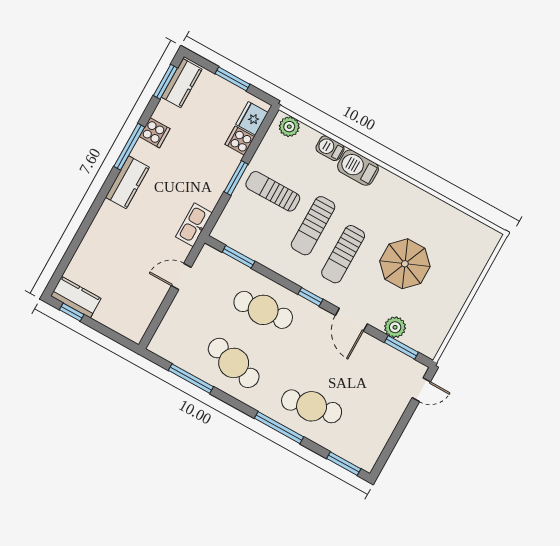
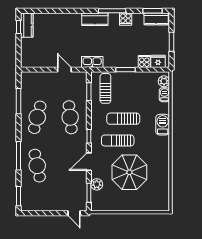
barbecue: (330, 148) -> (164, 95), moved
sun lounger: (273, 191) -> (105, 88), moved
parasol: (405, 264) -> (129, 172), width x1.36, depth x1.36

